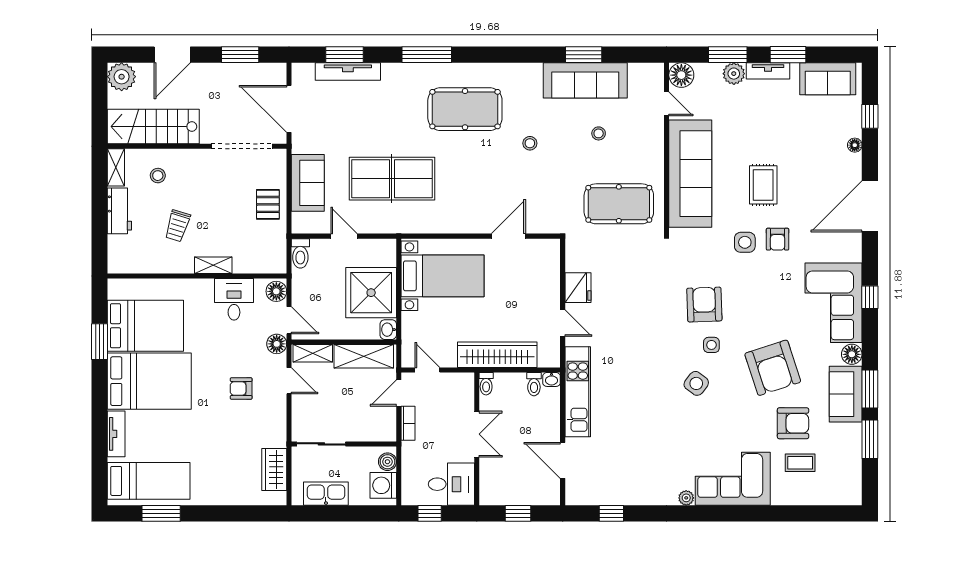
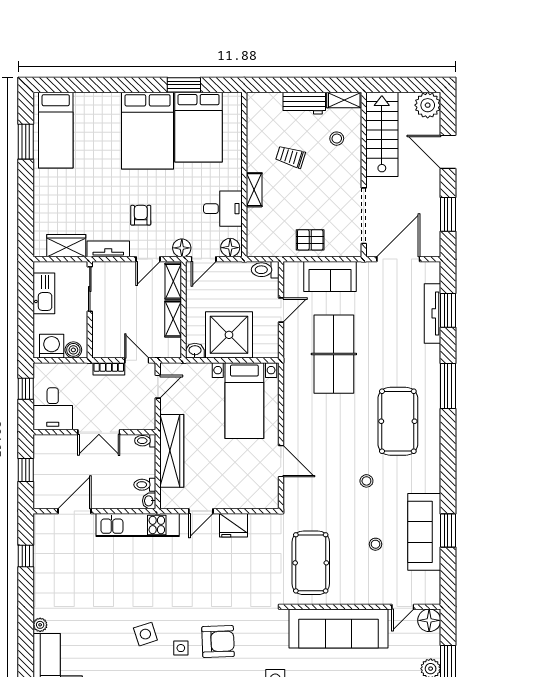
shelving: (364, 356) -> (173, 319), width x0.67, depth x0.75
side table: (696, 383) -> (145, 634), turned 35
tv unit: (116, 434) -> (108, 249), moved, turned 180

